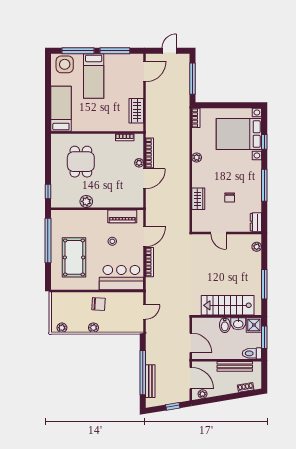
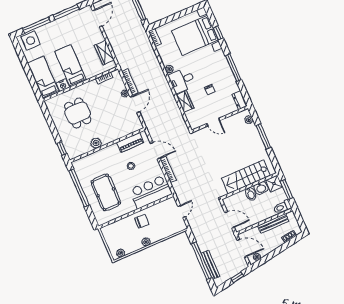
bed: (94, 76) -> (71, 66), moved, turned 180
nightstand: (78, 126) -> (63, 85), added
desk: (205, 175) -> (182, 80), added
door: (145, 237) -> (155, 151), hinge flipped
window: (264, 284) -> (263, 136), moved

